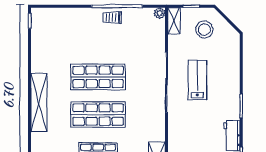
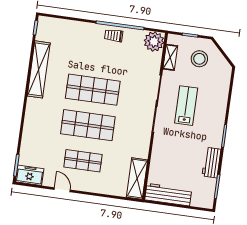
plant: (160, 13) -> (154, 42), width x1.87, depth x1.87
shelving: (174, 21) -> (170, 57), moved
shelving: (39, 102) -> (39, 69), moved

